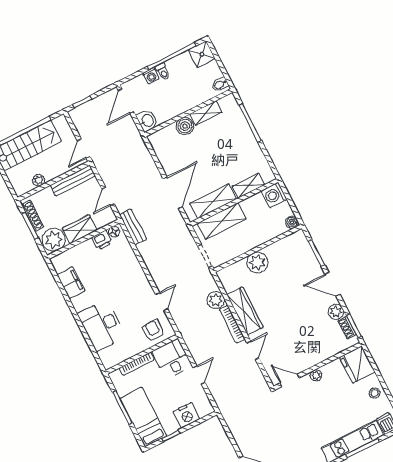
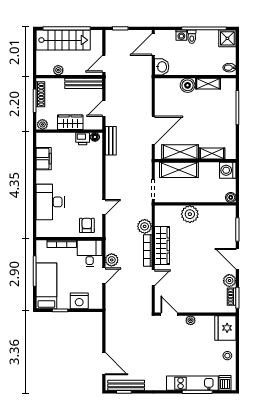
plant: (54, 240) -> (42, 124), width x0.53, depth x0.53
plant: (199, 354) -> (112, 260), added

